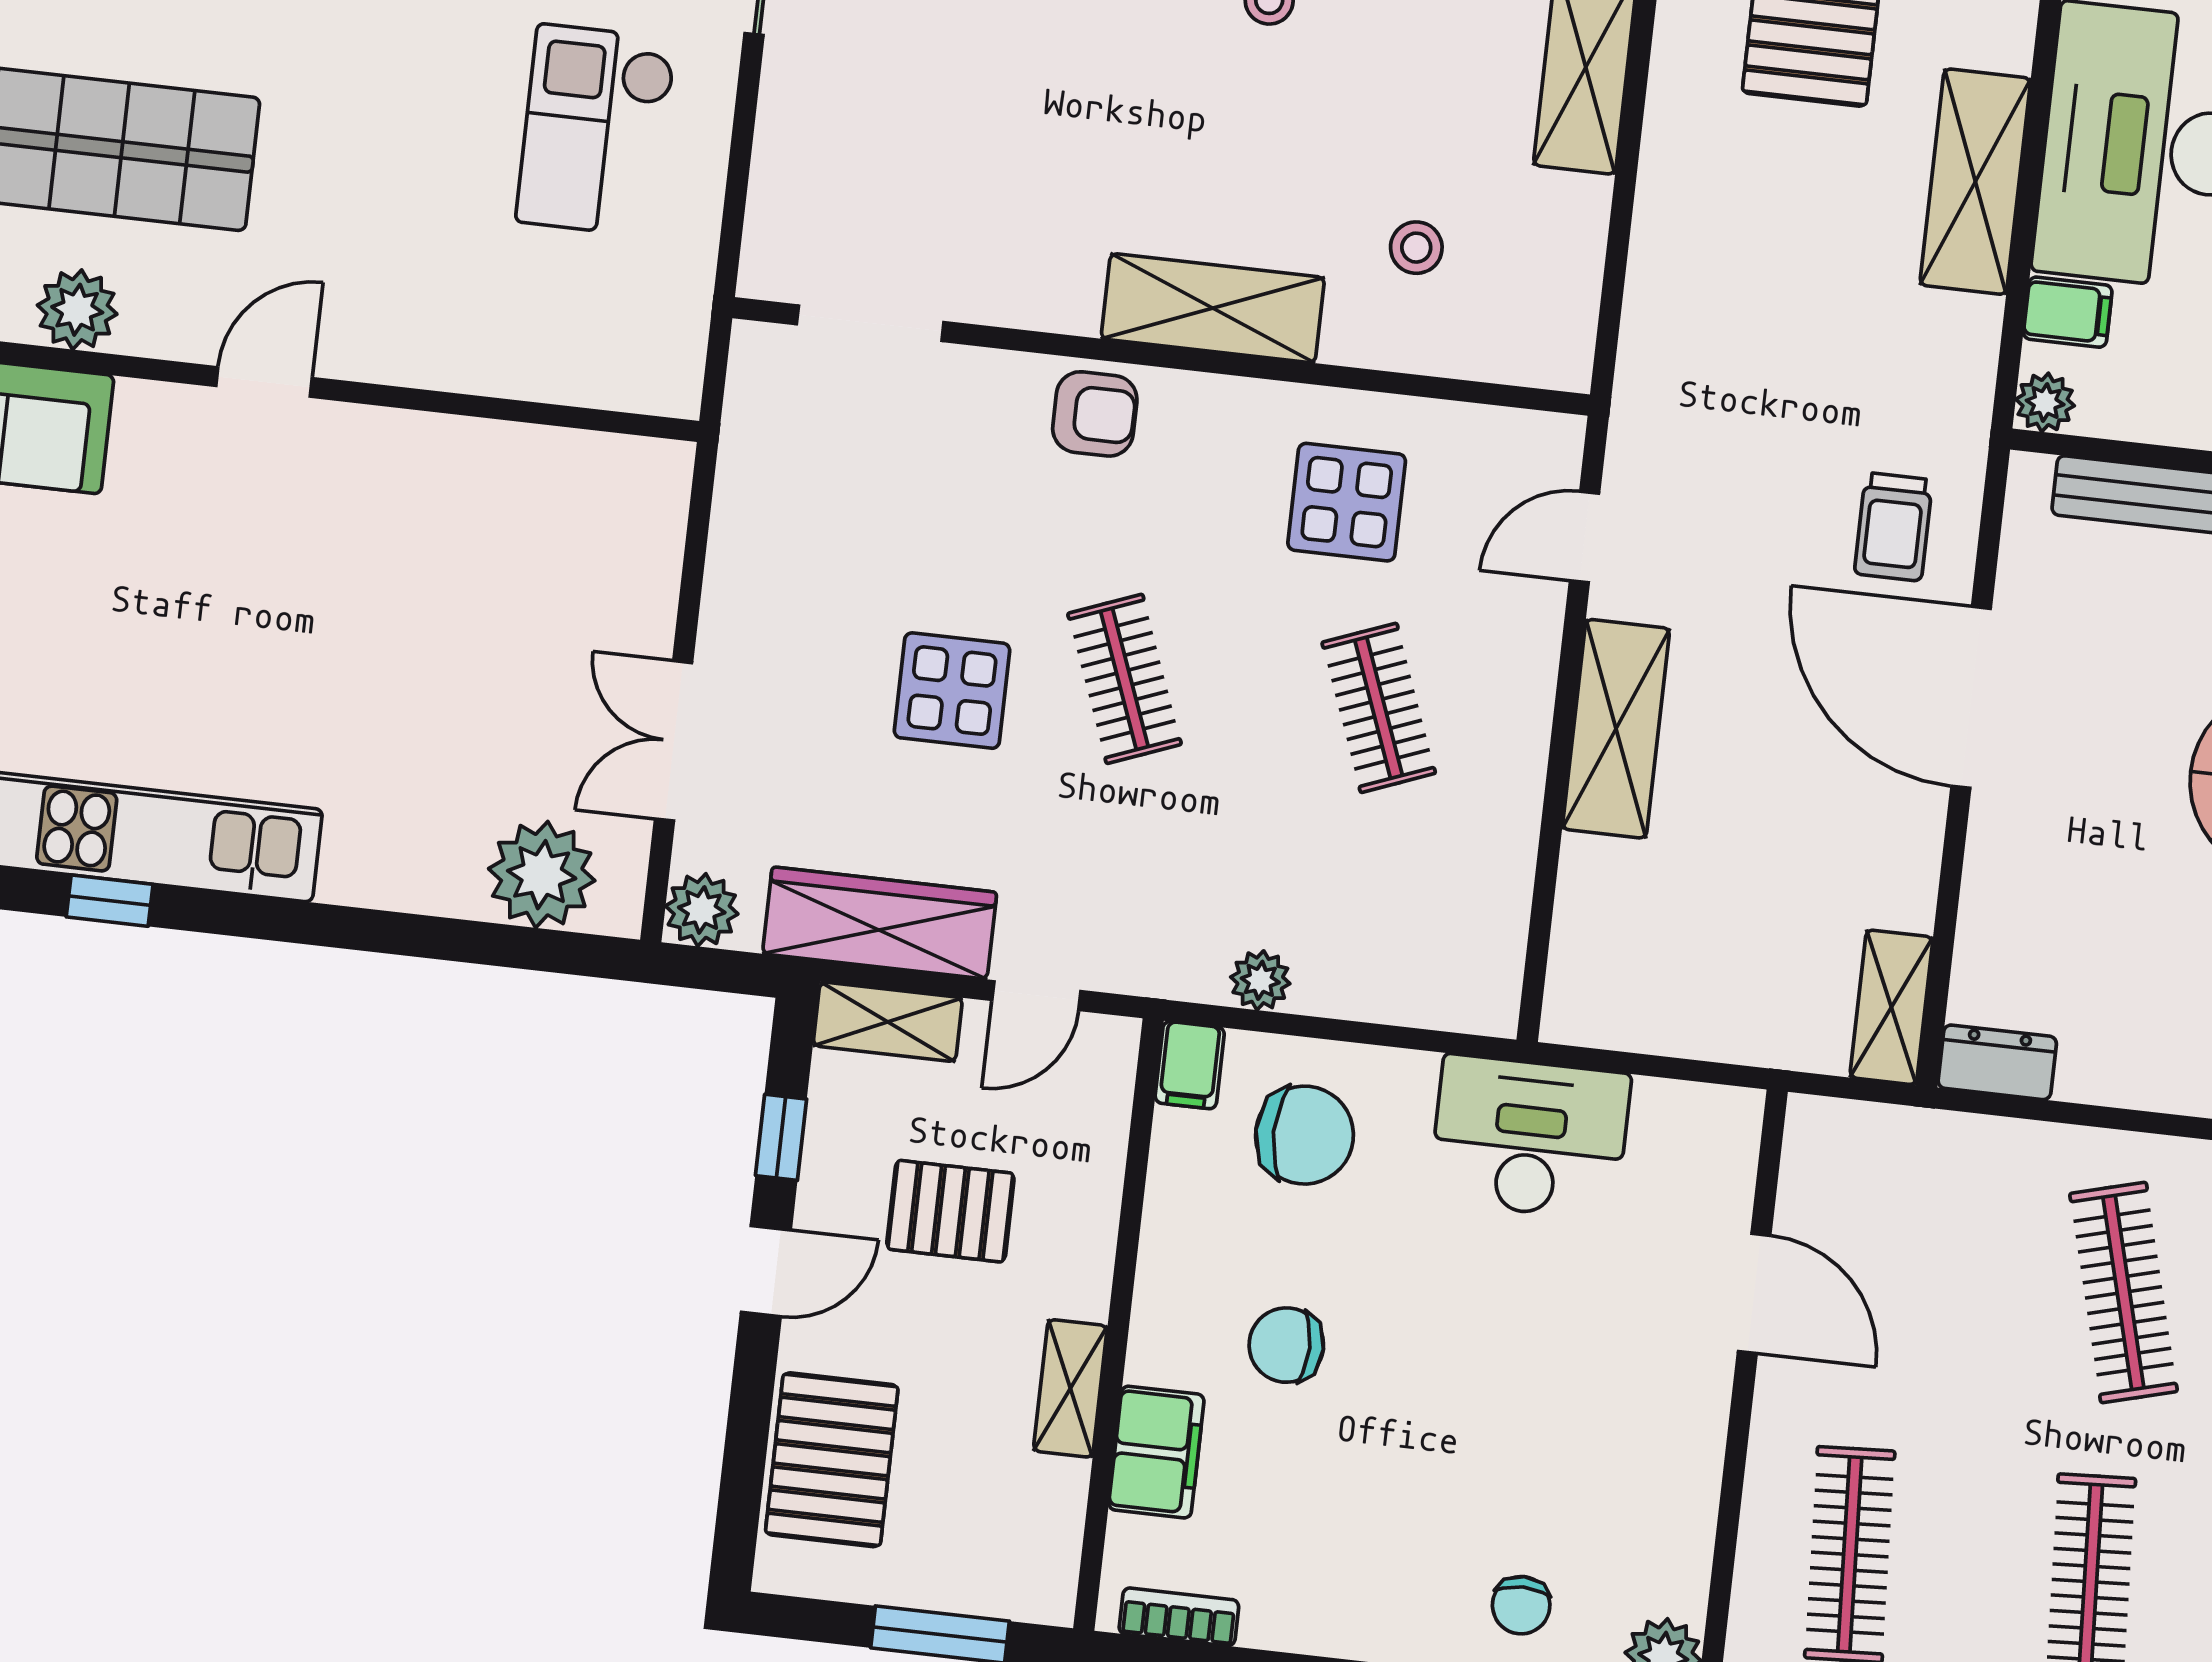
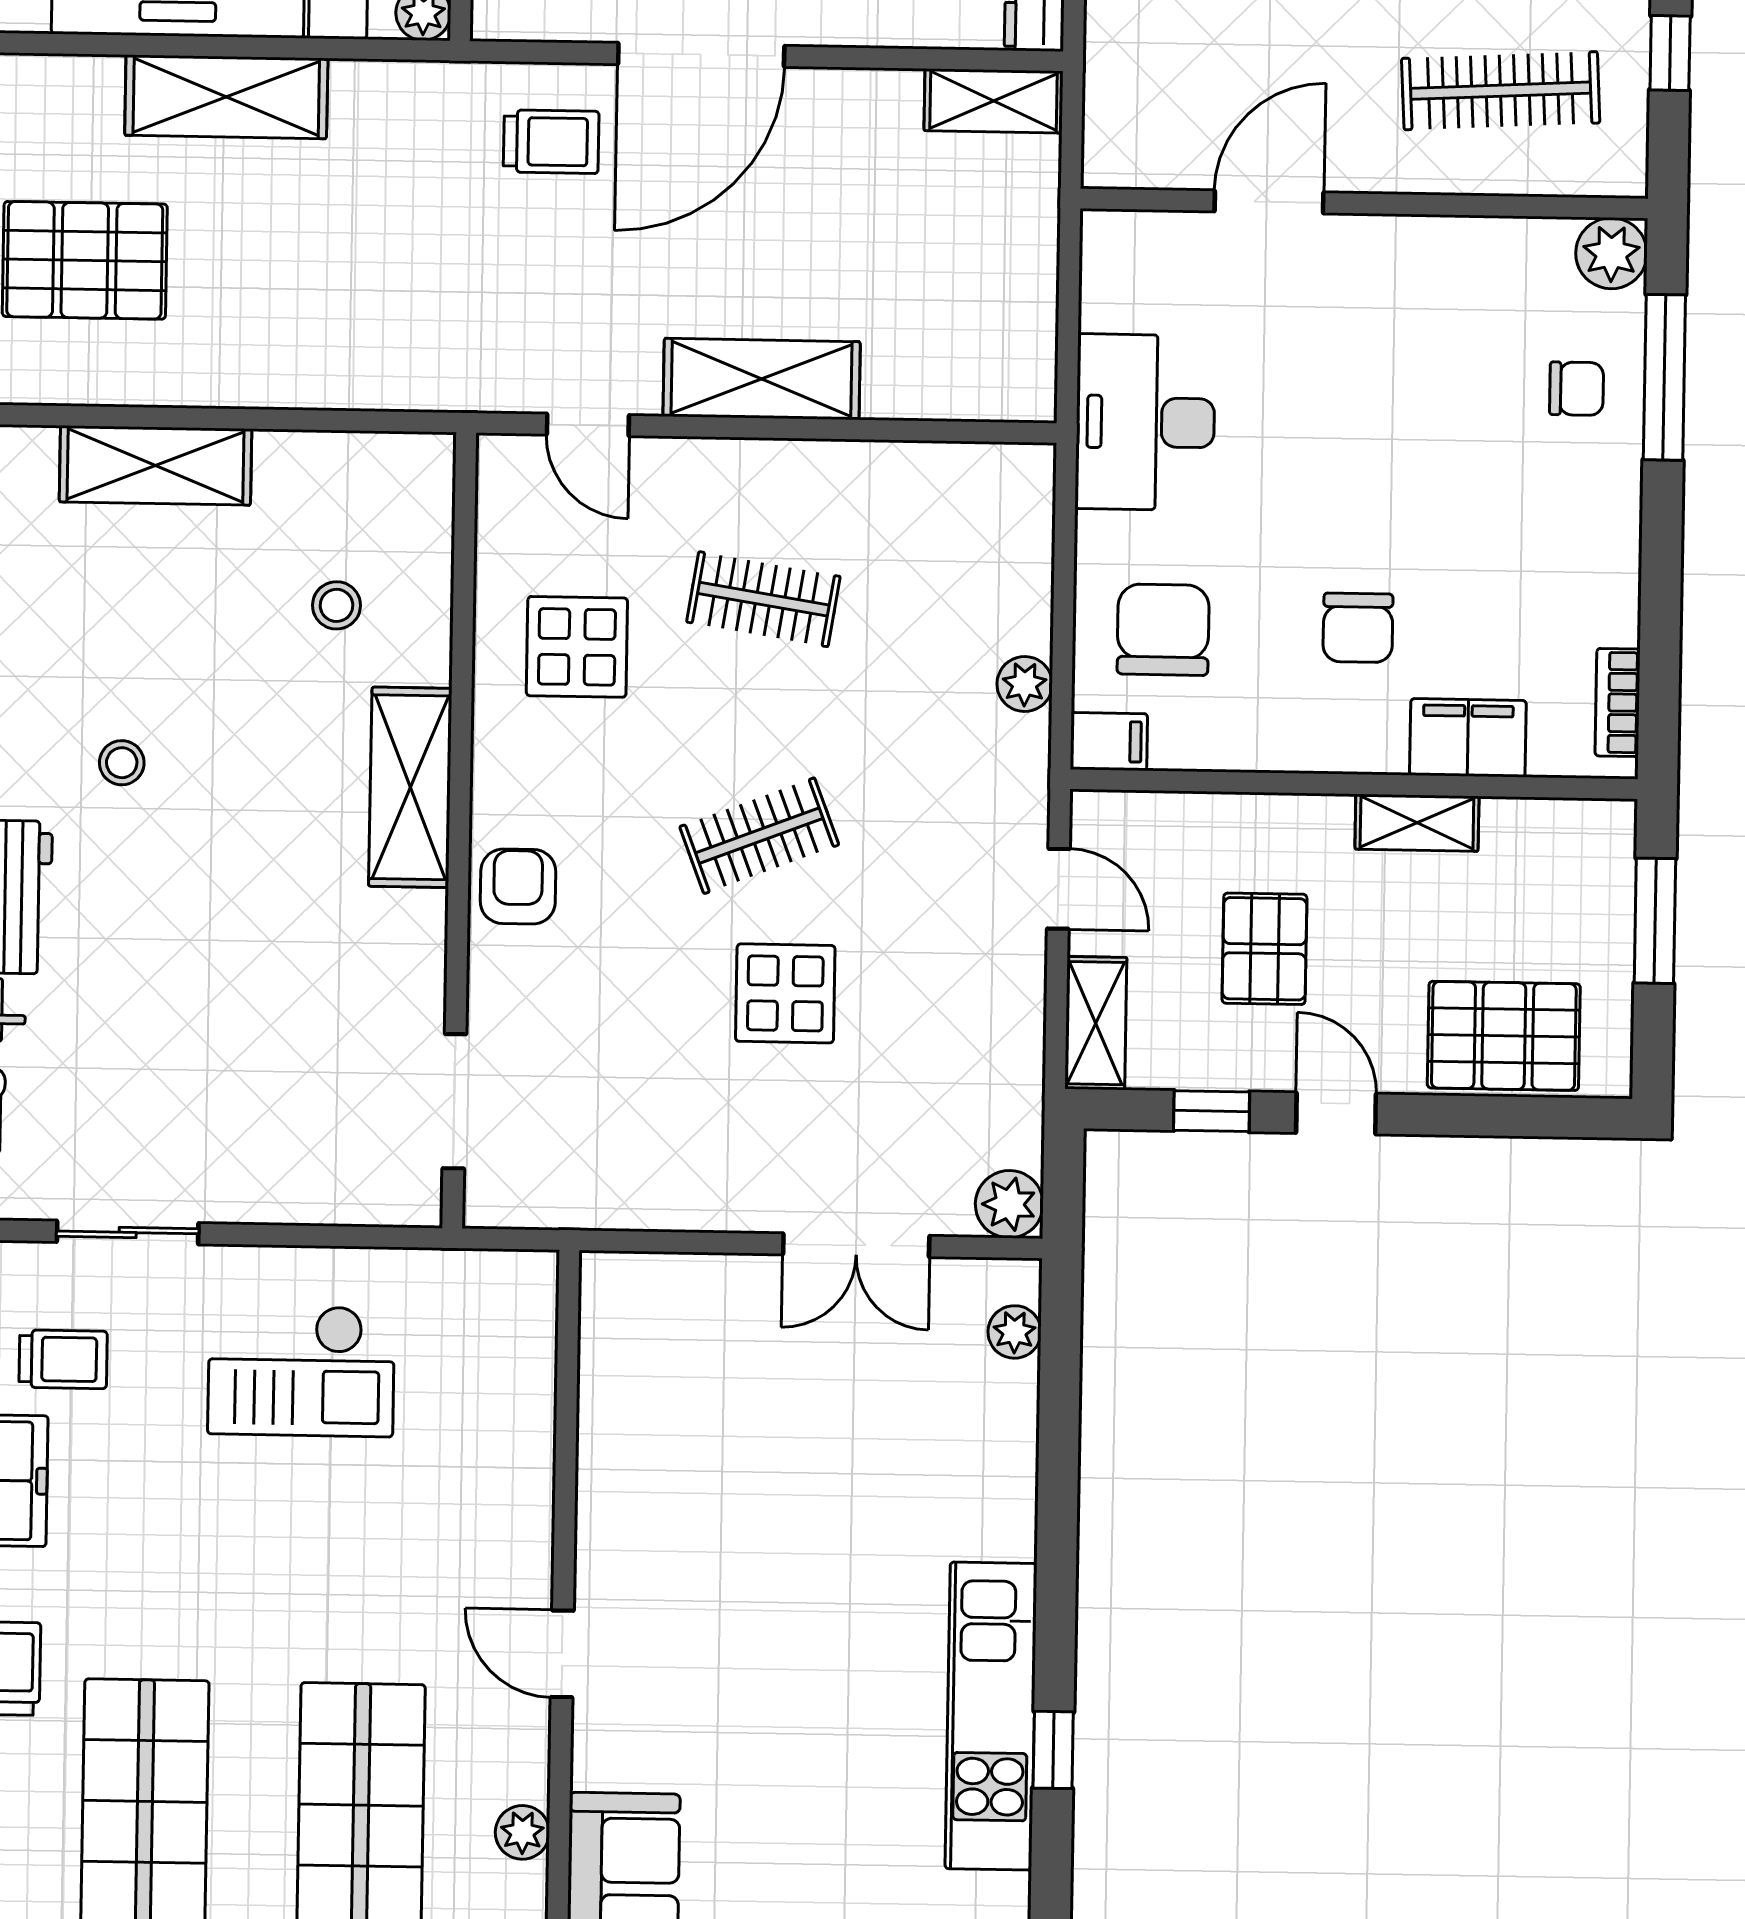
plant: (77, 310) -> (522, 1832), width x0.73, depth x0.73
clothes rail: (1379, 708) -> (763, 599), turned 30
plant: (542, 875) -> (1015, 1332), width x0.53, depth x0.53
wardrobe: (880, 923) -> (1006, 1039), removed

